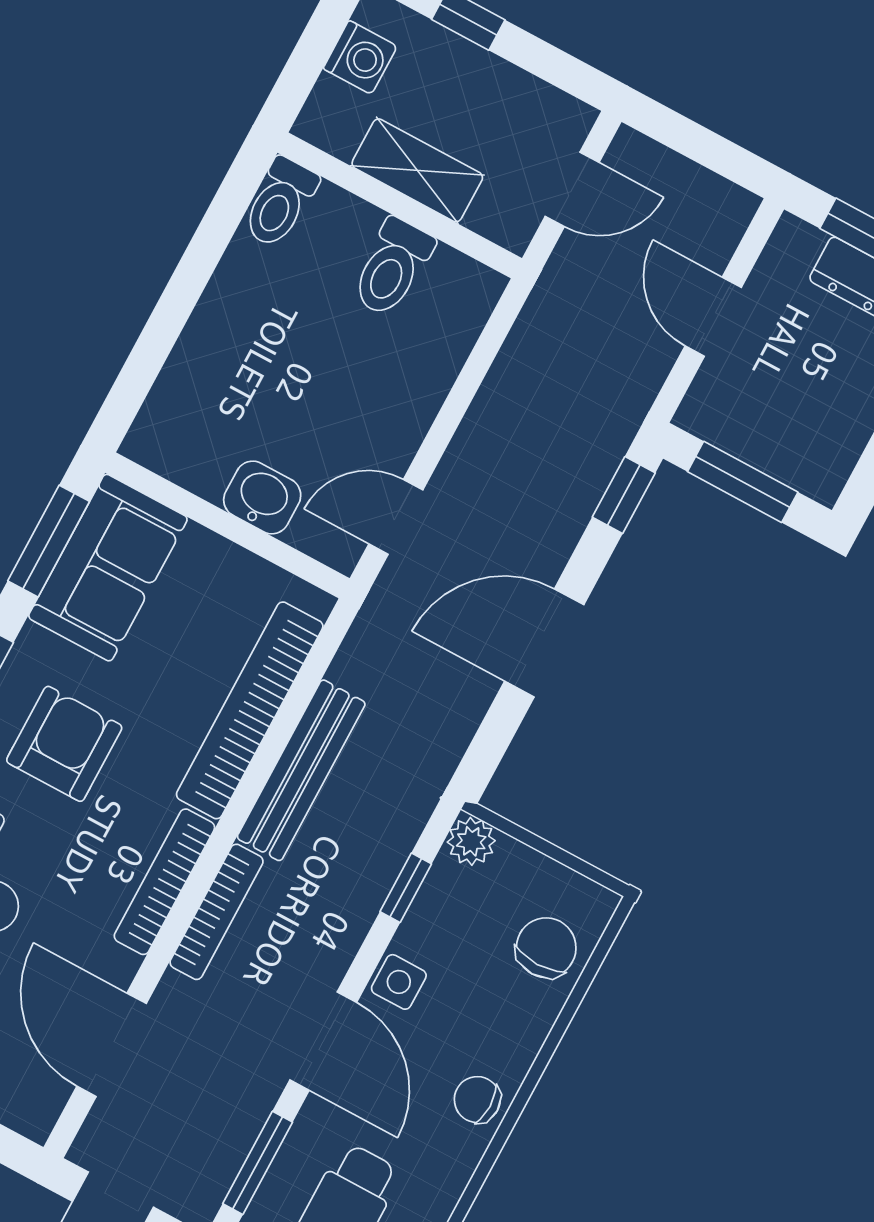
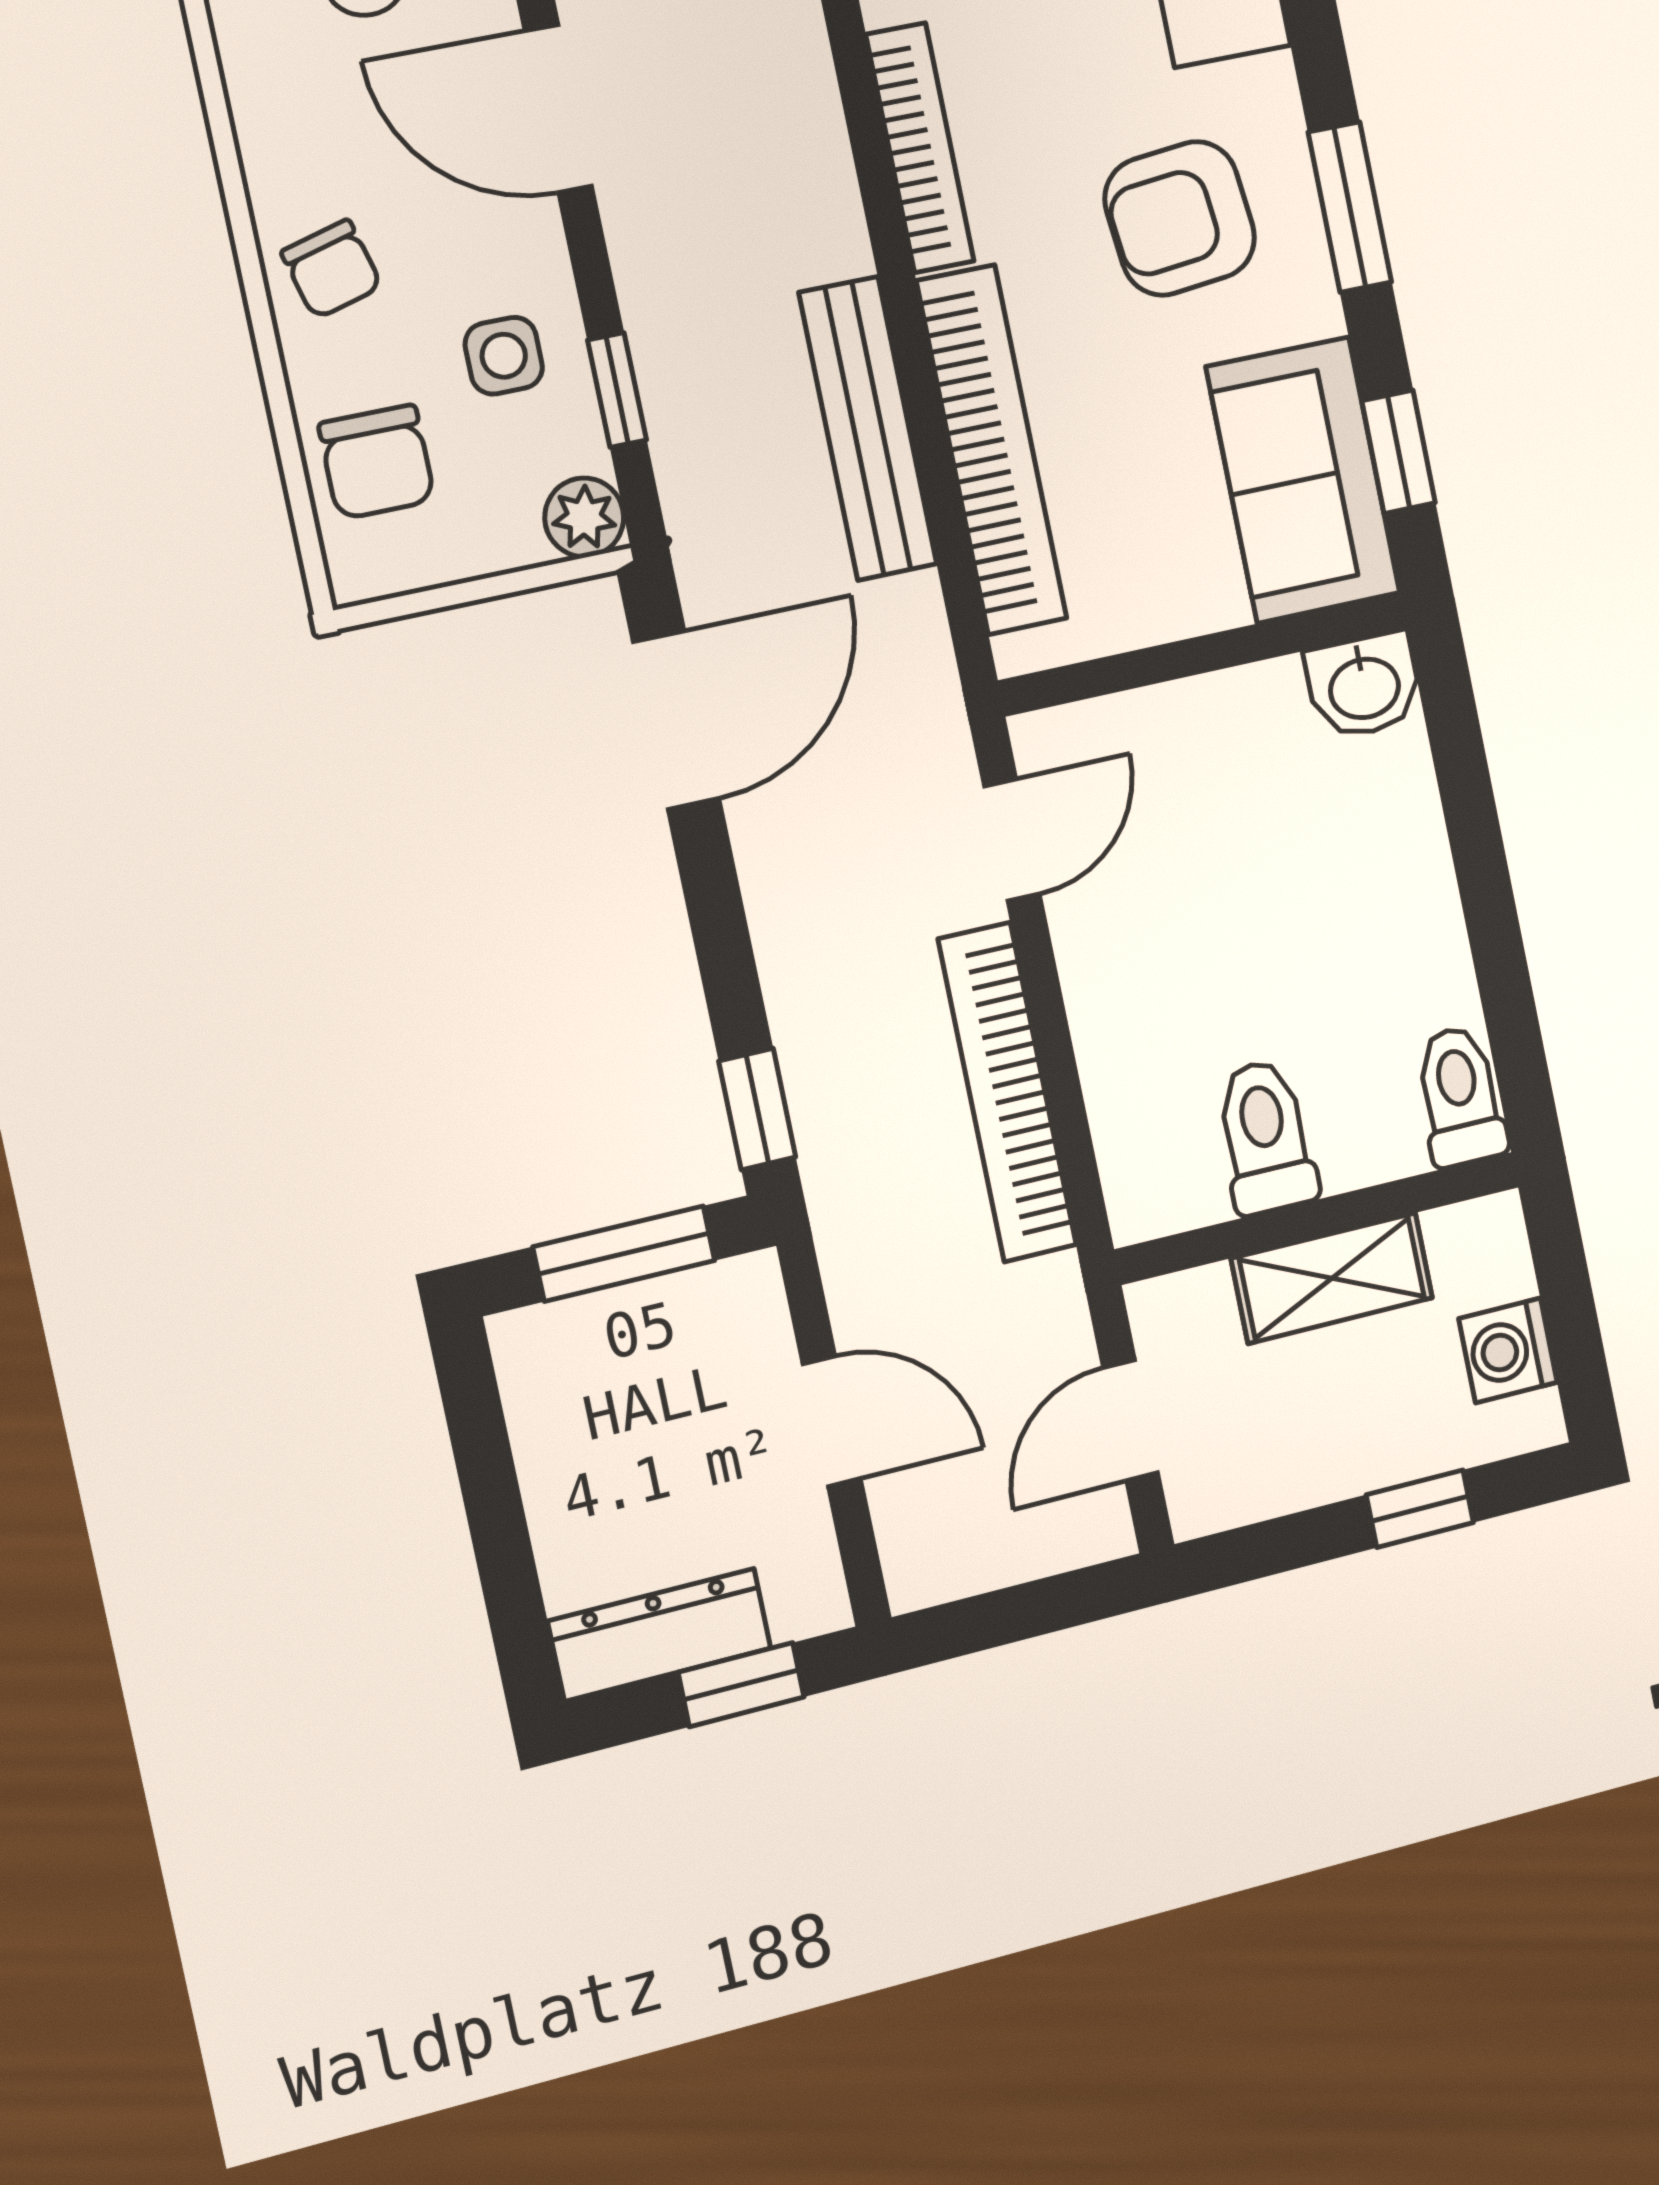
washbasin: (262, 498) -> (1364, 686), moved
window: (49, 541) -> (1399, 452), width x0.67
door: (544, 643) -> (676, 720), moved
armchair: (64, 744) -> (1180, 218), turned 84
bookcase: (216, 912) -> (1007, 1092), moved, width x1.48, depth x1.31
side table: (399, 982) -> (504, 356), moved
chair: (477, 1100) -> (332, 269), moved, turned 75

